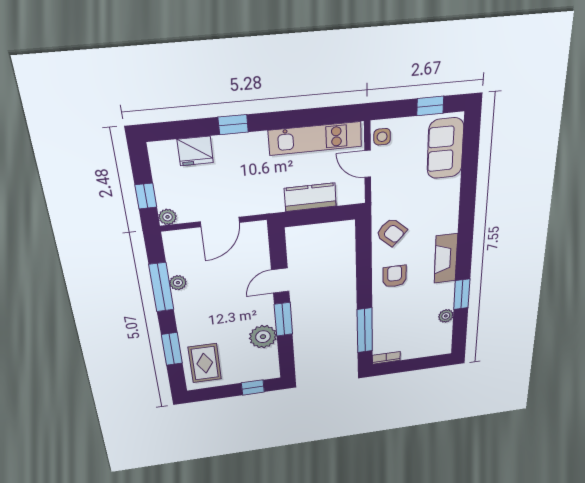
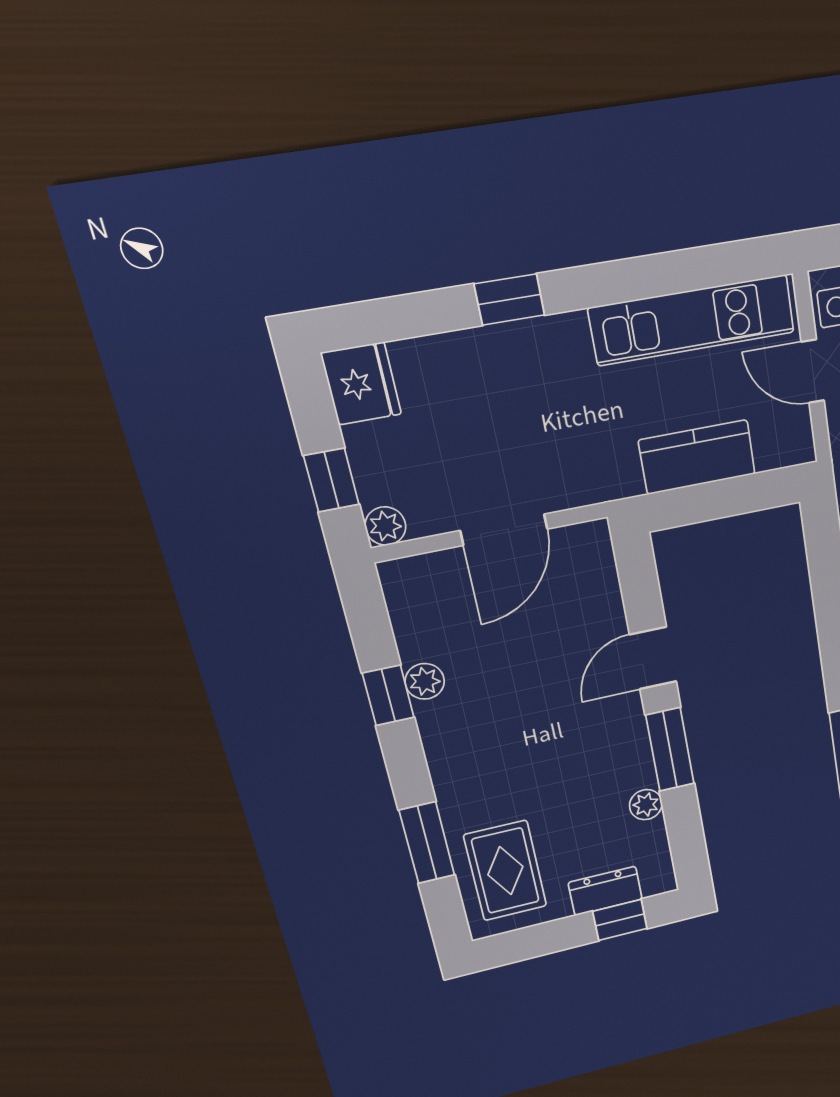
fridge: (195, 151) -> (361, 384), moved, turned -90
window: (161, 287) -> (388, 695), width x0.46
plant: (263, 337) -> (646, 805), width x0.53, depth x0.53
dresser: (248, 375) -> (605, 891), added

